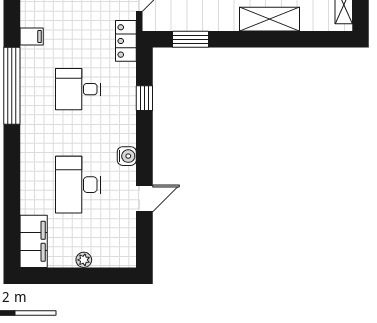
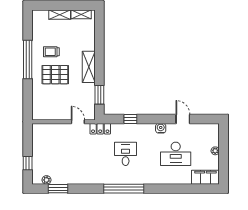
shelving: (270, 19) -> (89, 67), moved
filing cabinet: (32, 37) -> (98, 178), removed
desk: (78, 89) -> (126, 154), turned 180

